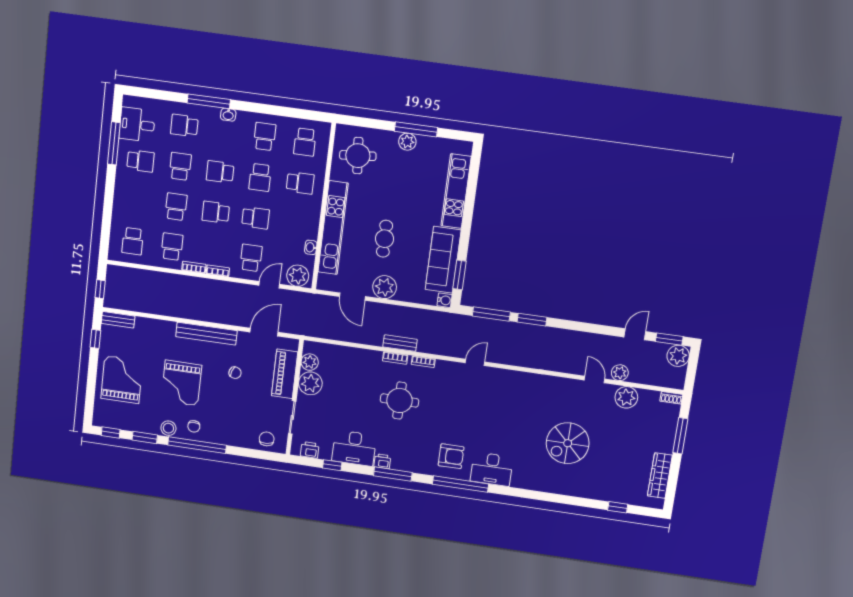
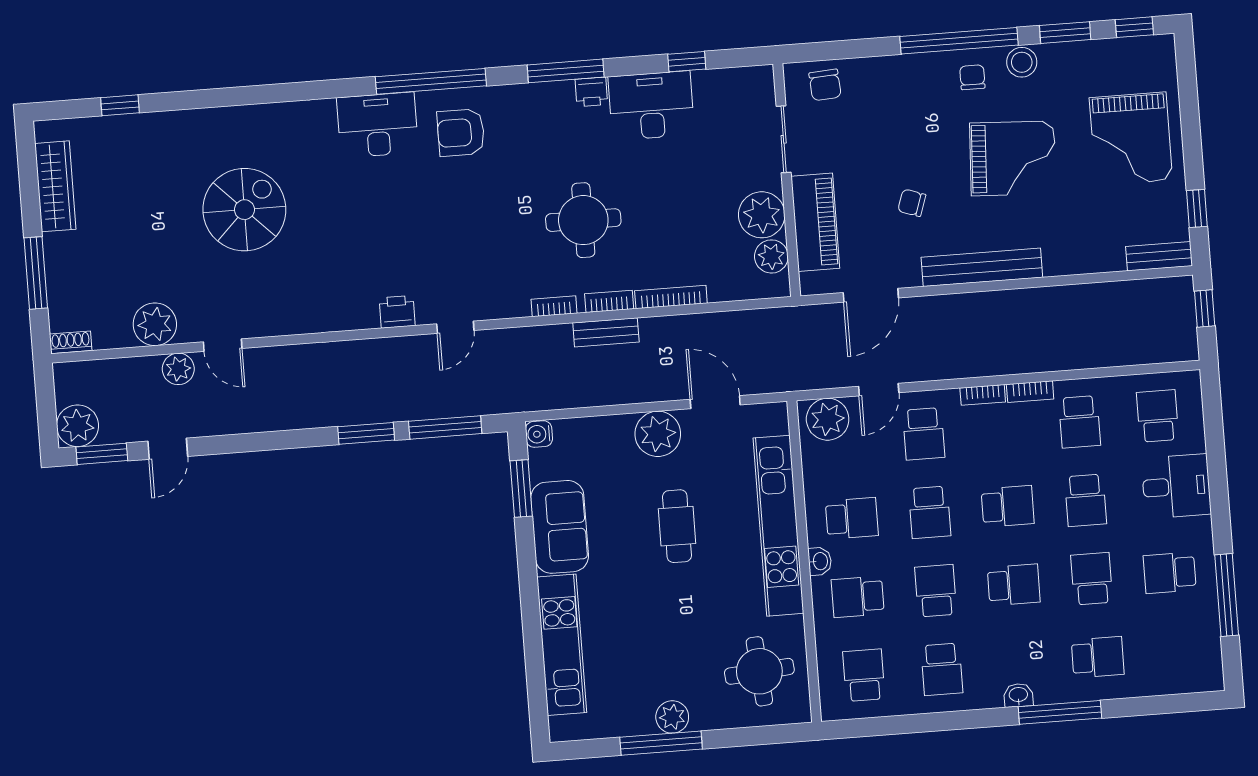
desk: (137, 125) -> (1176, 486), moved
school desk: (180, 166) -> (1092, 579), turned 180
school desk: (255, 218) -> (930, 512), turned -90
school desk: (295, 223) -> (852, 518), added
washbasin: (311, 247) -> (820, 561), moved
sofa: (443, 260) -> (560, 527), width x0.73
bookcase: (364, 353) -> (671, 297), added
grand piano: (181, 383) -> (1013, 158), turned 93
printer: (310, 450) -> (397, 312), moved, turned 180

